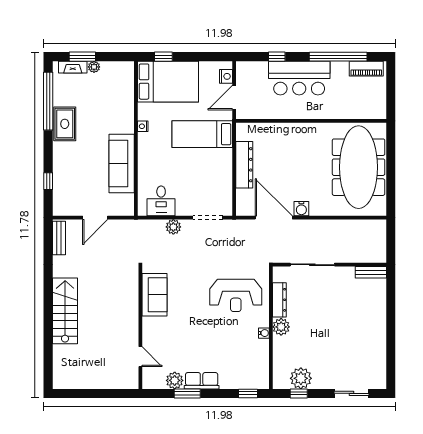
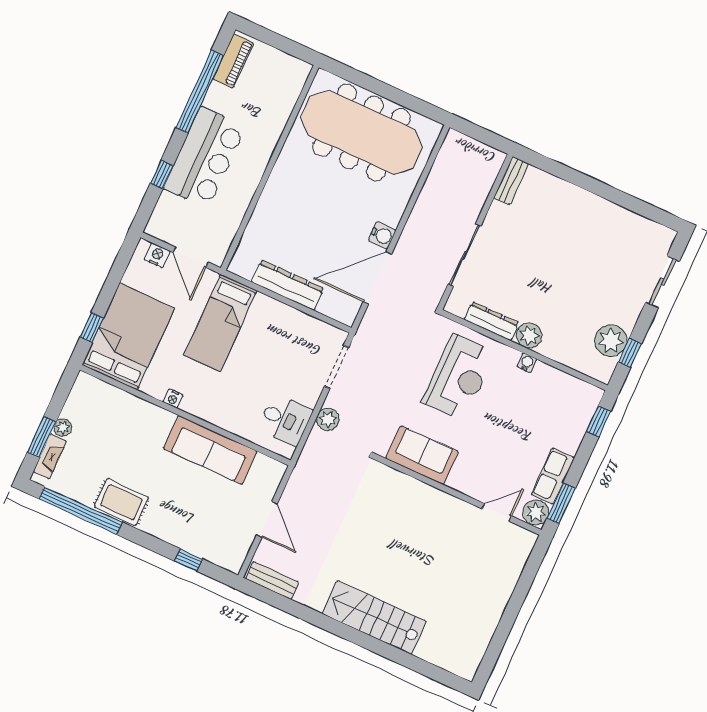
sofa: (154, 295) -> (422, 455), moved
wall: (140, 328) -> (458, 495), moved
door: (140, 357) -> (497, 512), moved

